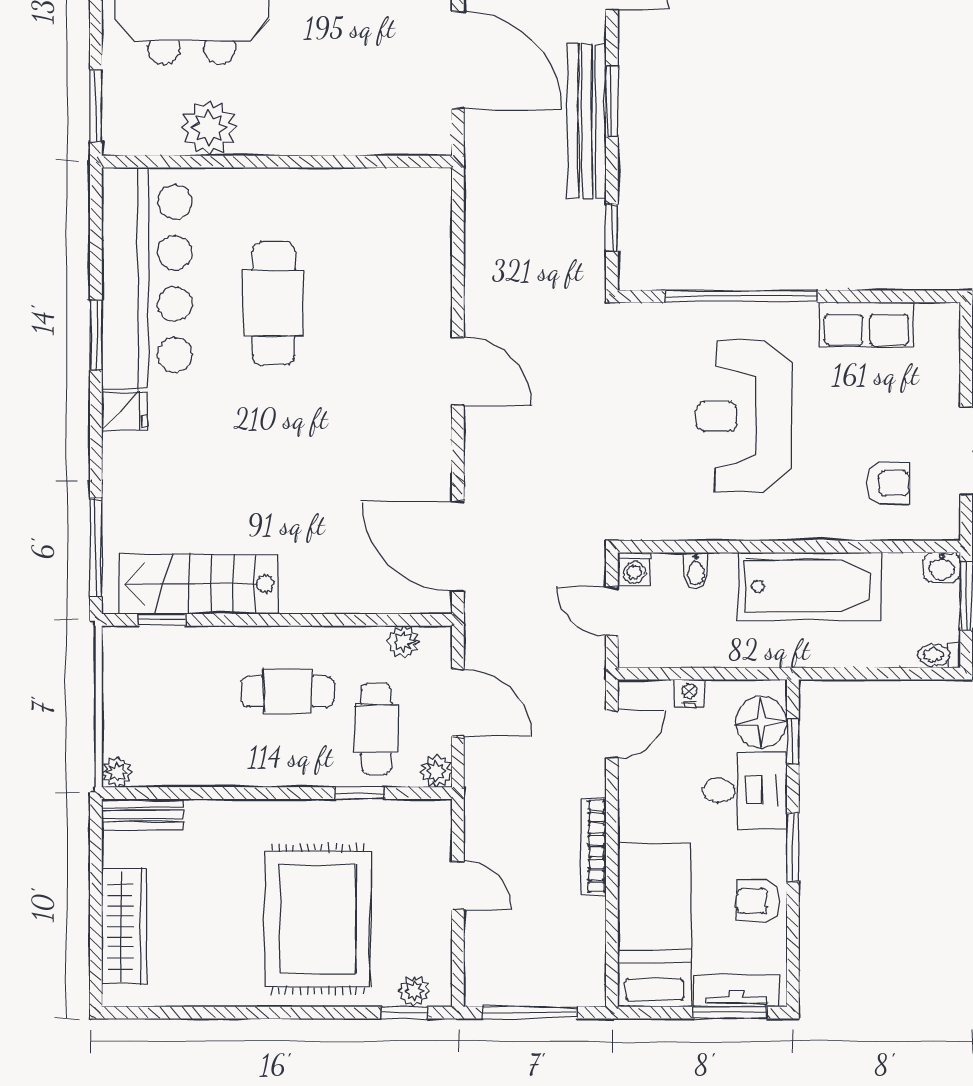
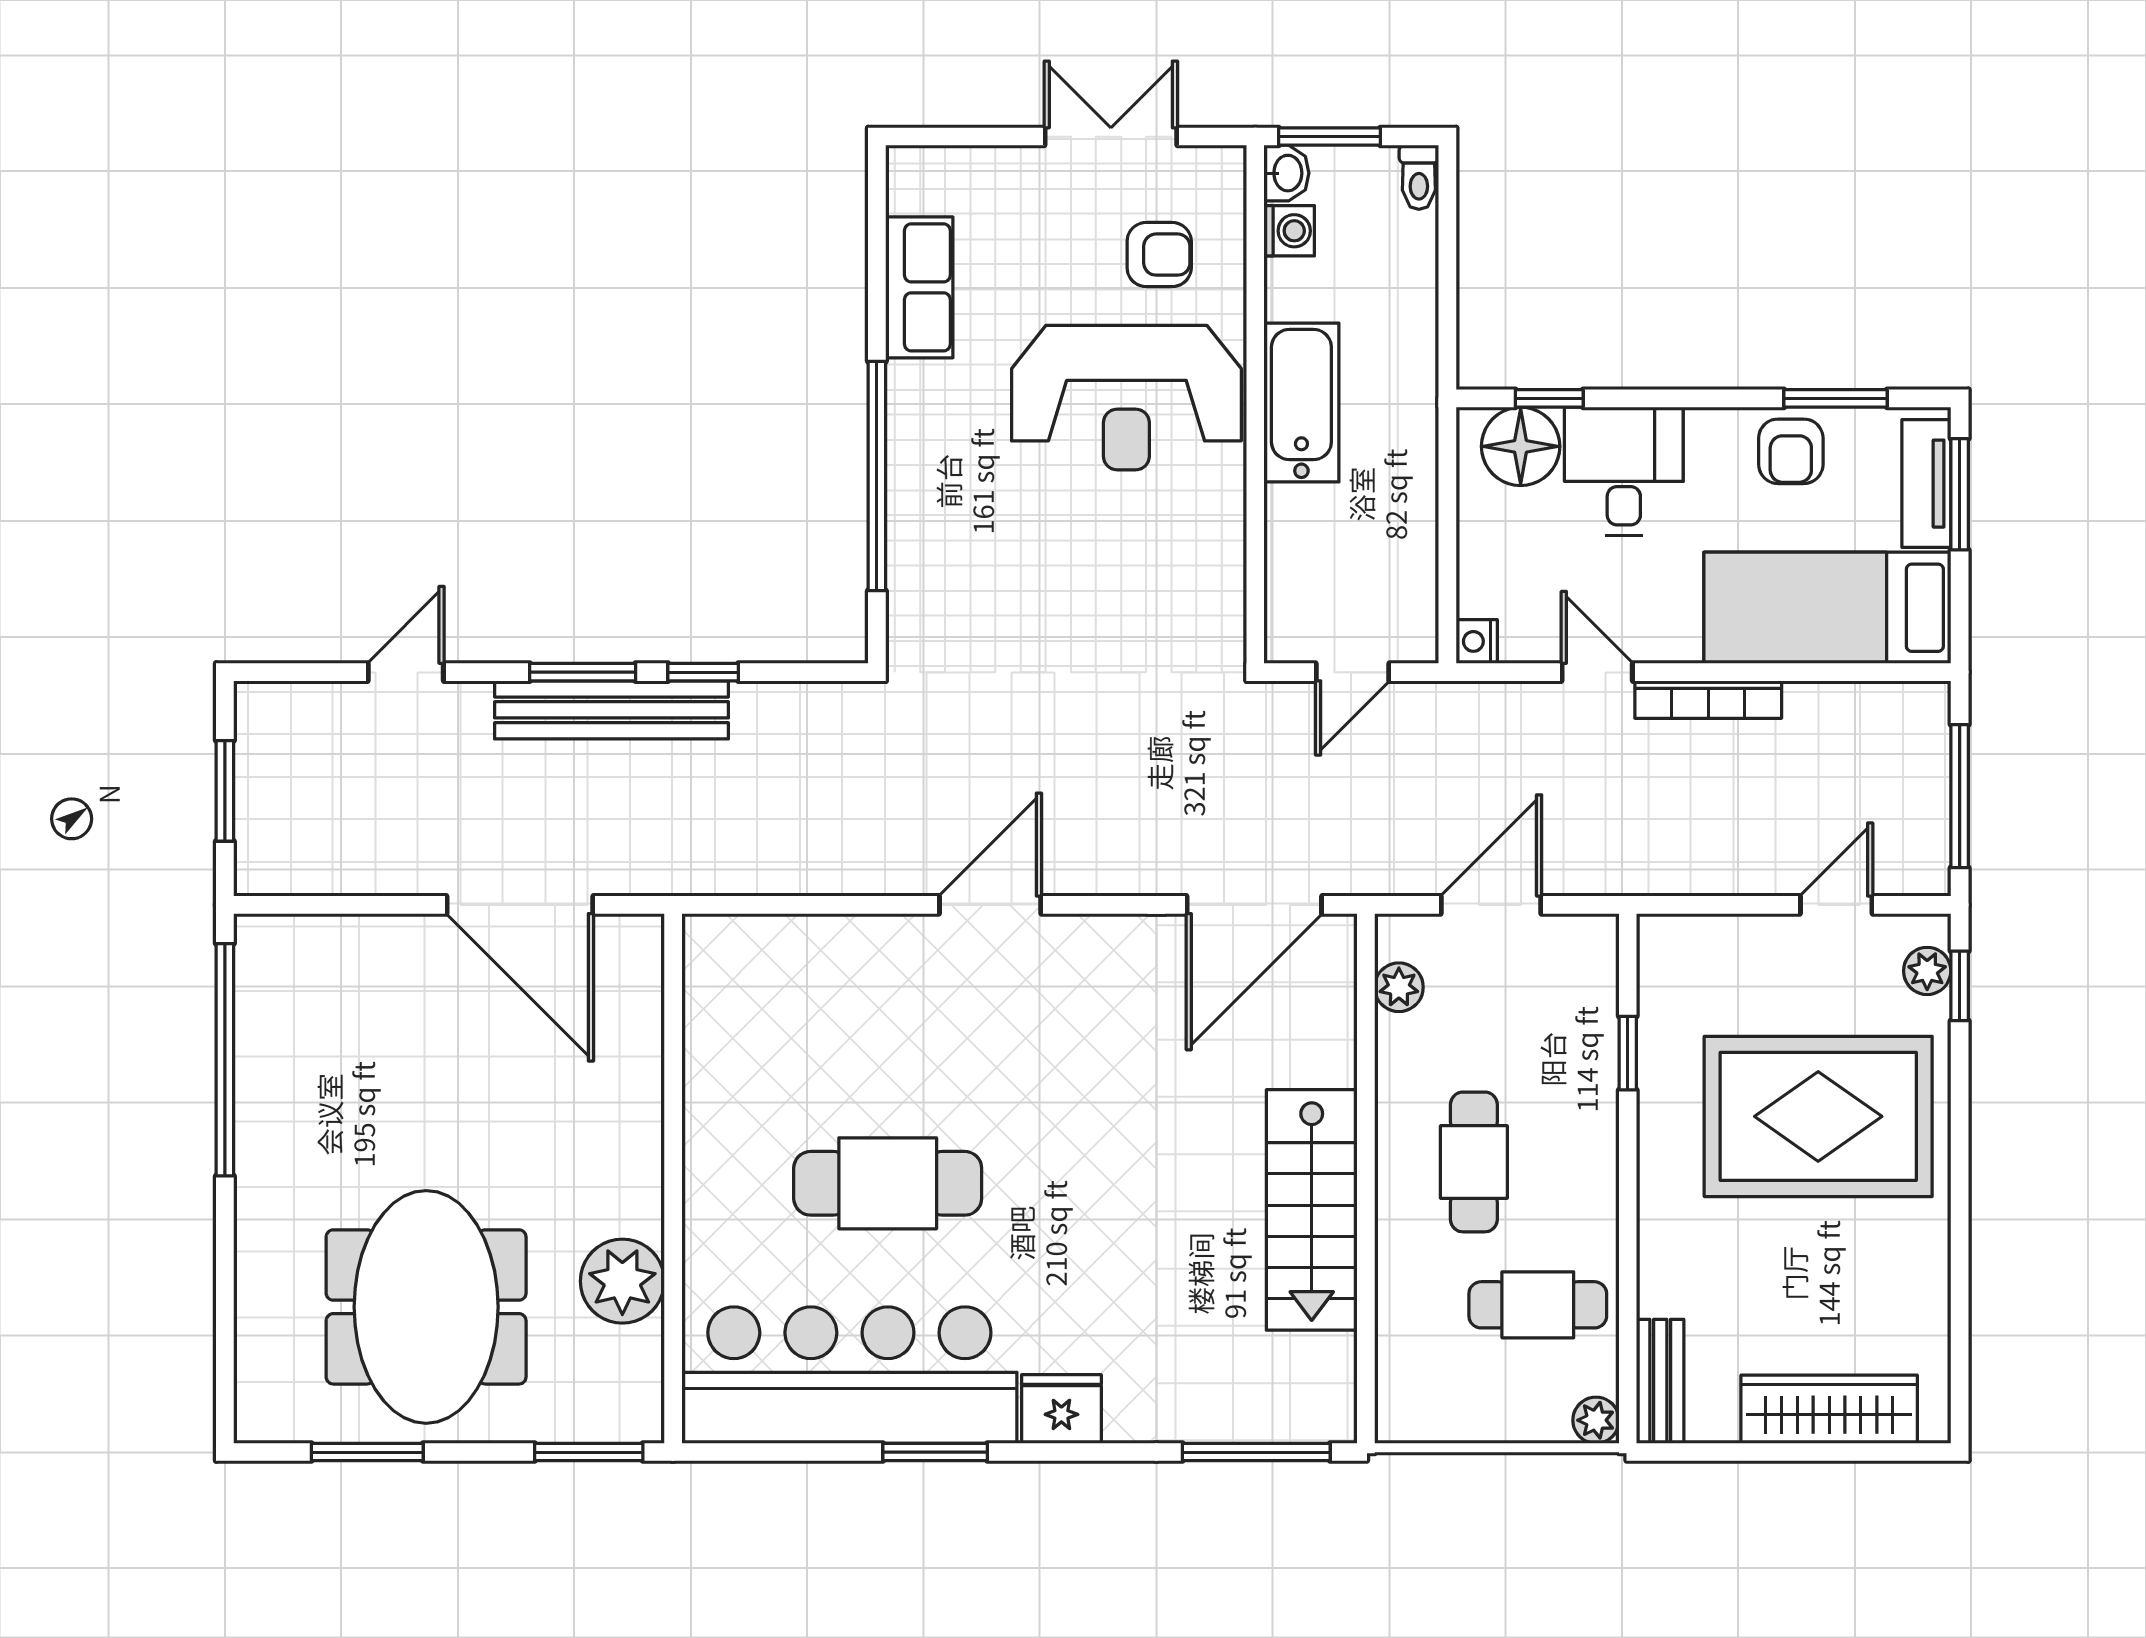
door: (458, 60) -> (520, 905), swing flipped
window: (612, 228) -> (703, 672), moved
fridge: (124, 411) -> (1061, 1409), width x1.38
reception desk: (744, 416) -> (1126, 398), moved
armchair: (888, 483) -> (1159, 255), turned 90
washing machine: (634, 569) -> (1289, 231), moved
bidet: (696, 571) -> (1292, 545), removed
stairs: (198, 584) -> (1312, 1210), moved
bathtub: (809, 586) -> (1301, 402), width x0.73, depth x0.73
window: (162, 620) -> (1366, 1352), removed
nightstand: (689, 693) -> (1477, 641), moved
cafe table: (376, 729) -> (1538, 1305), moved
door: (612, 734) -> (1597, 672), moved
plant: (436, 771) -> (1595, 938), removed
window: (793, 847) -> (1835, 398), moved
door: (458, 885) -> (1836, 905), moved

